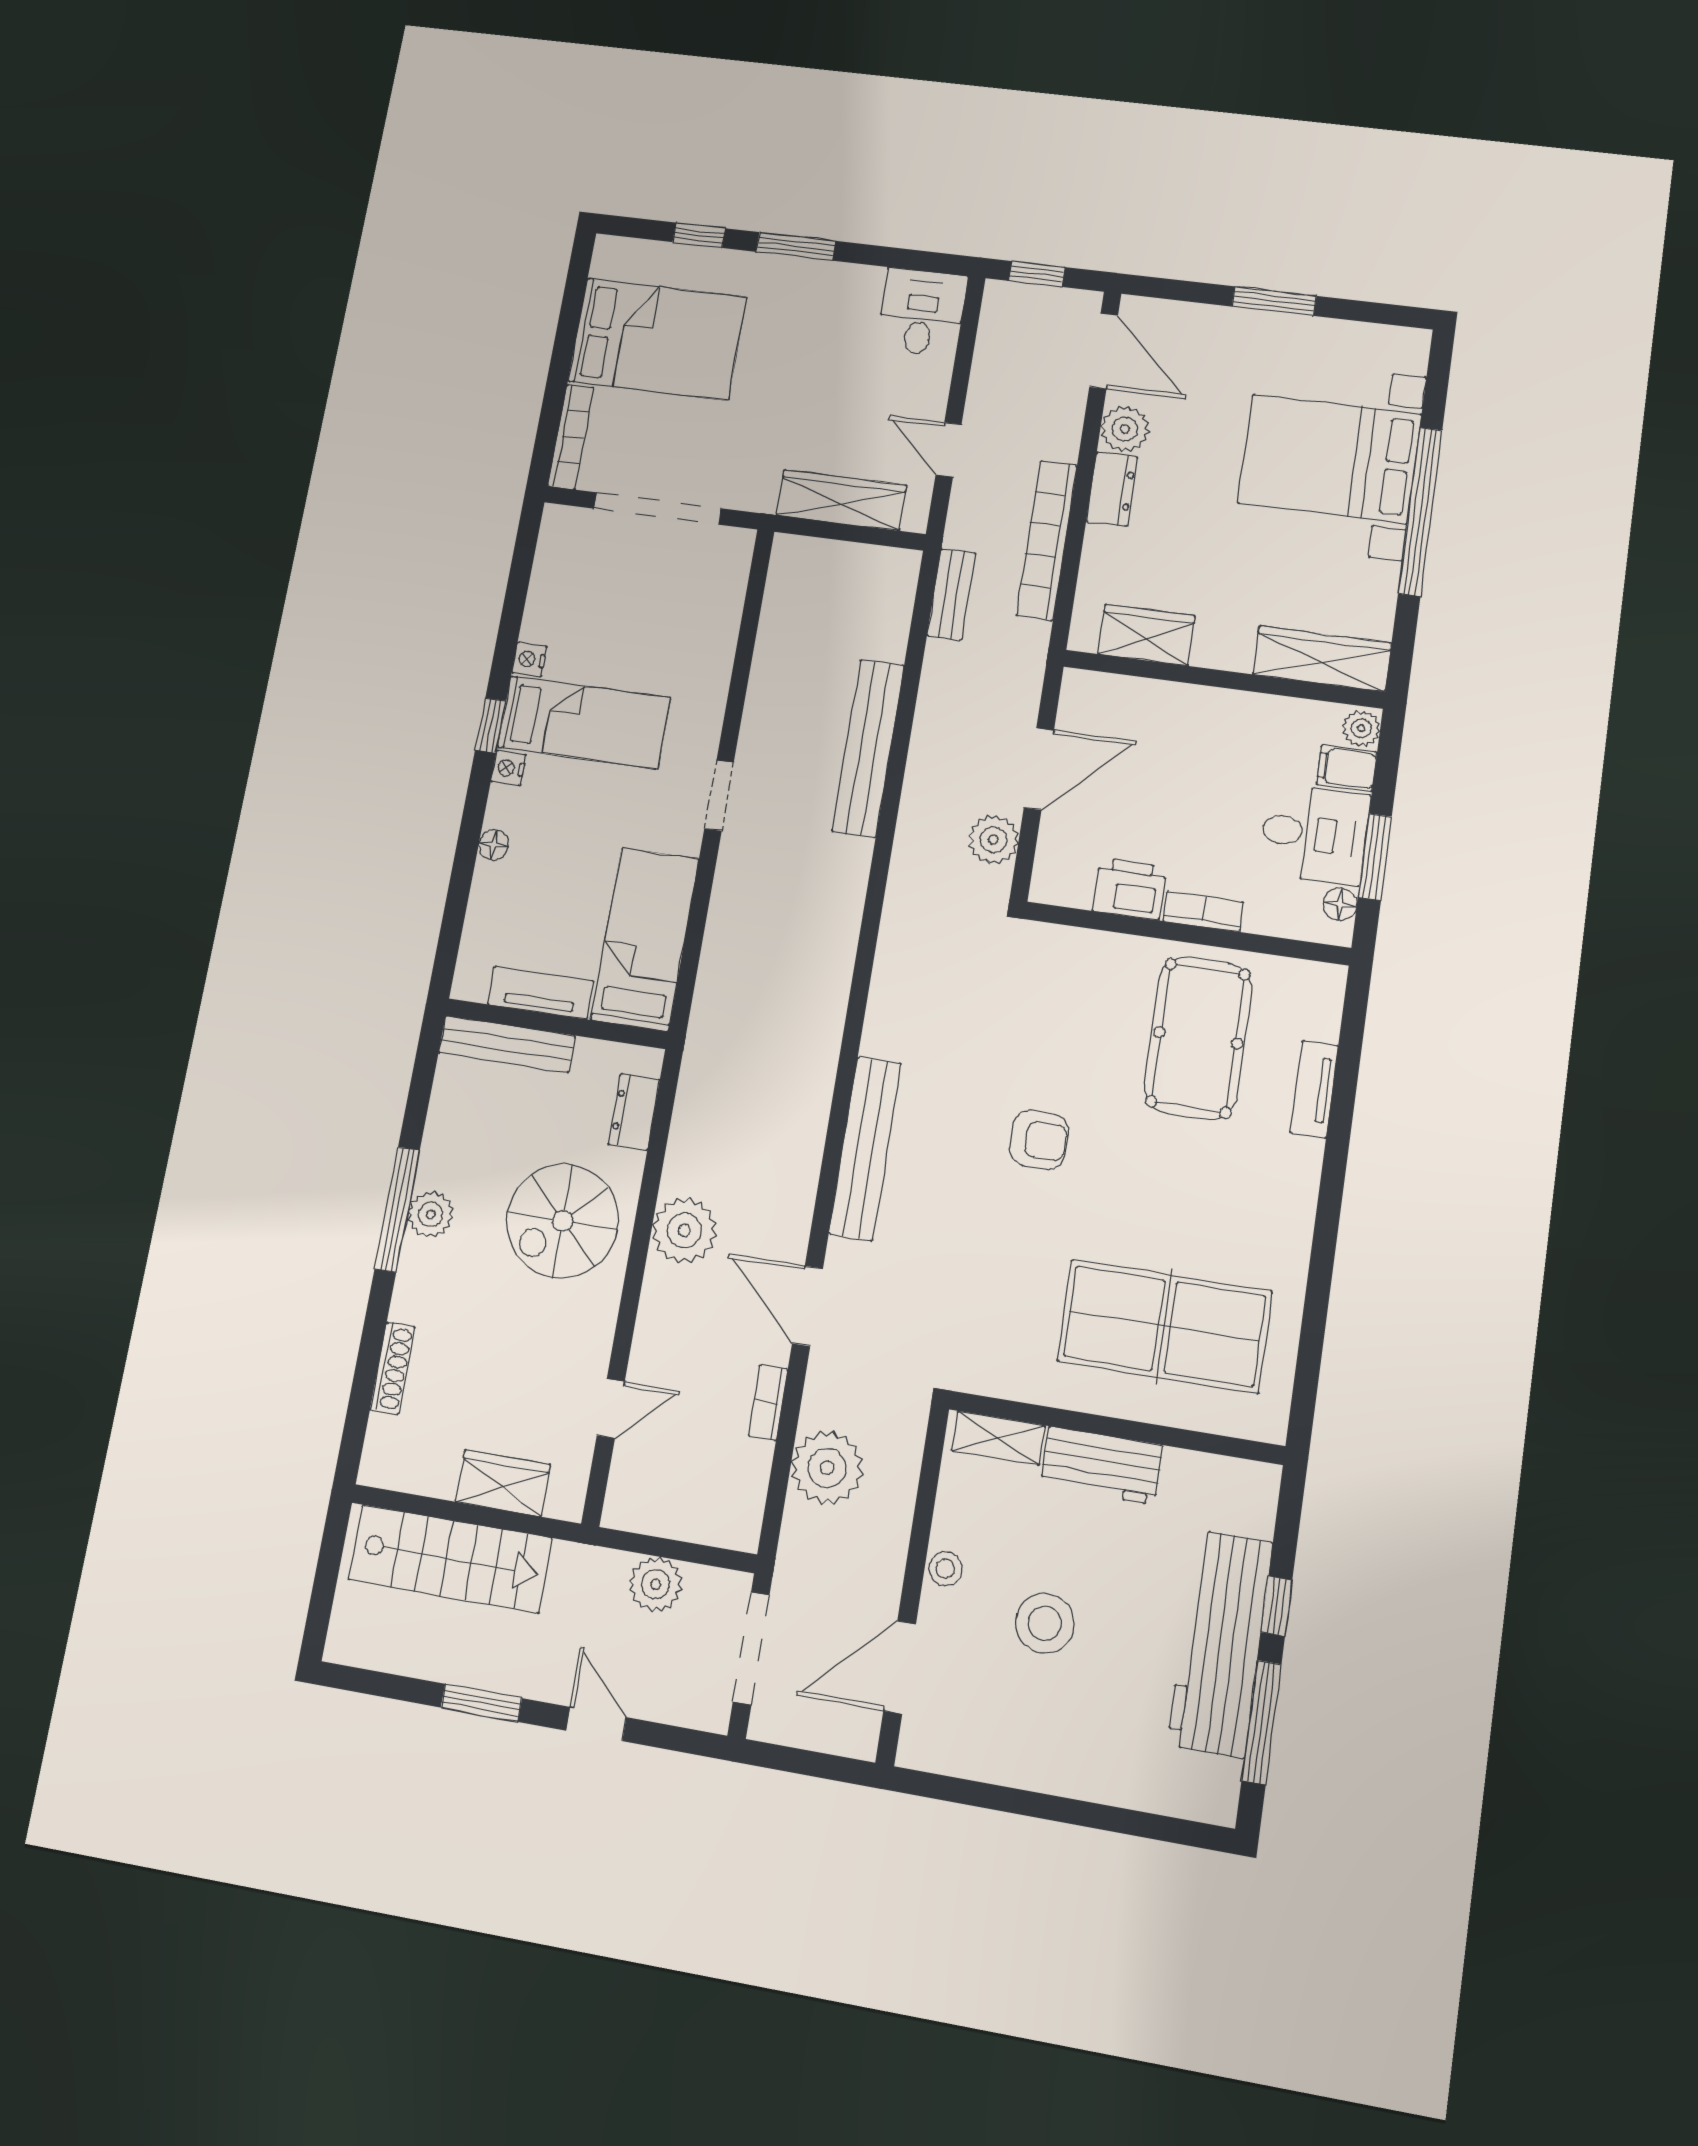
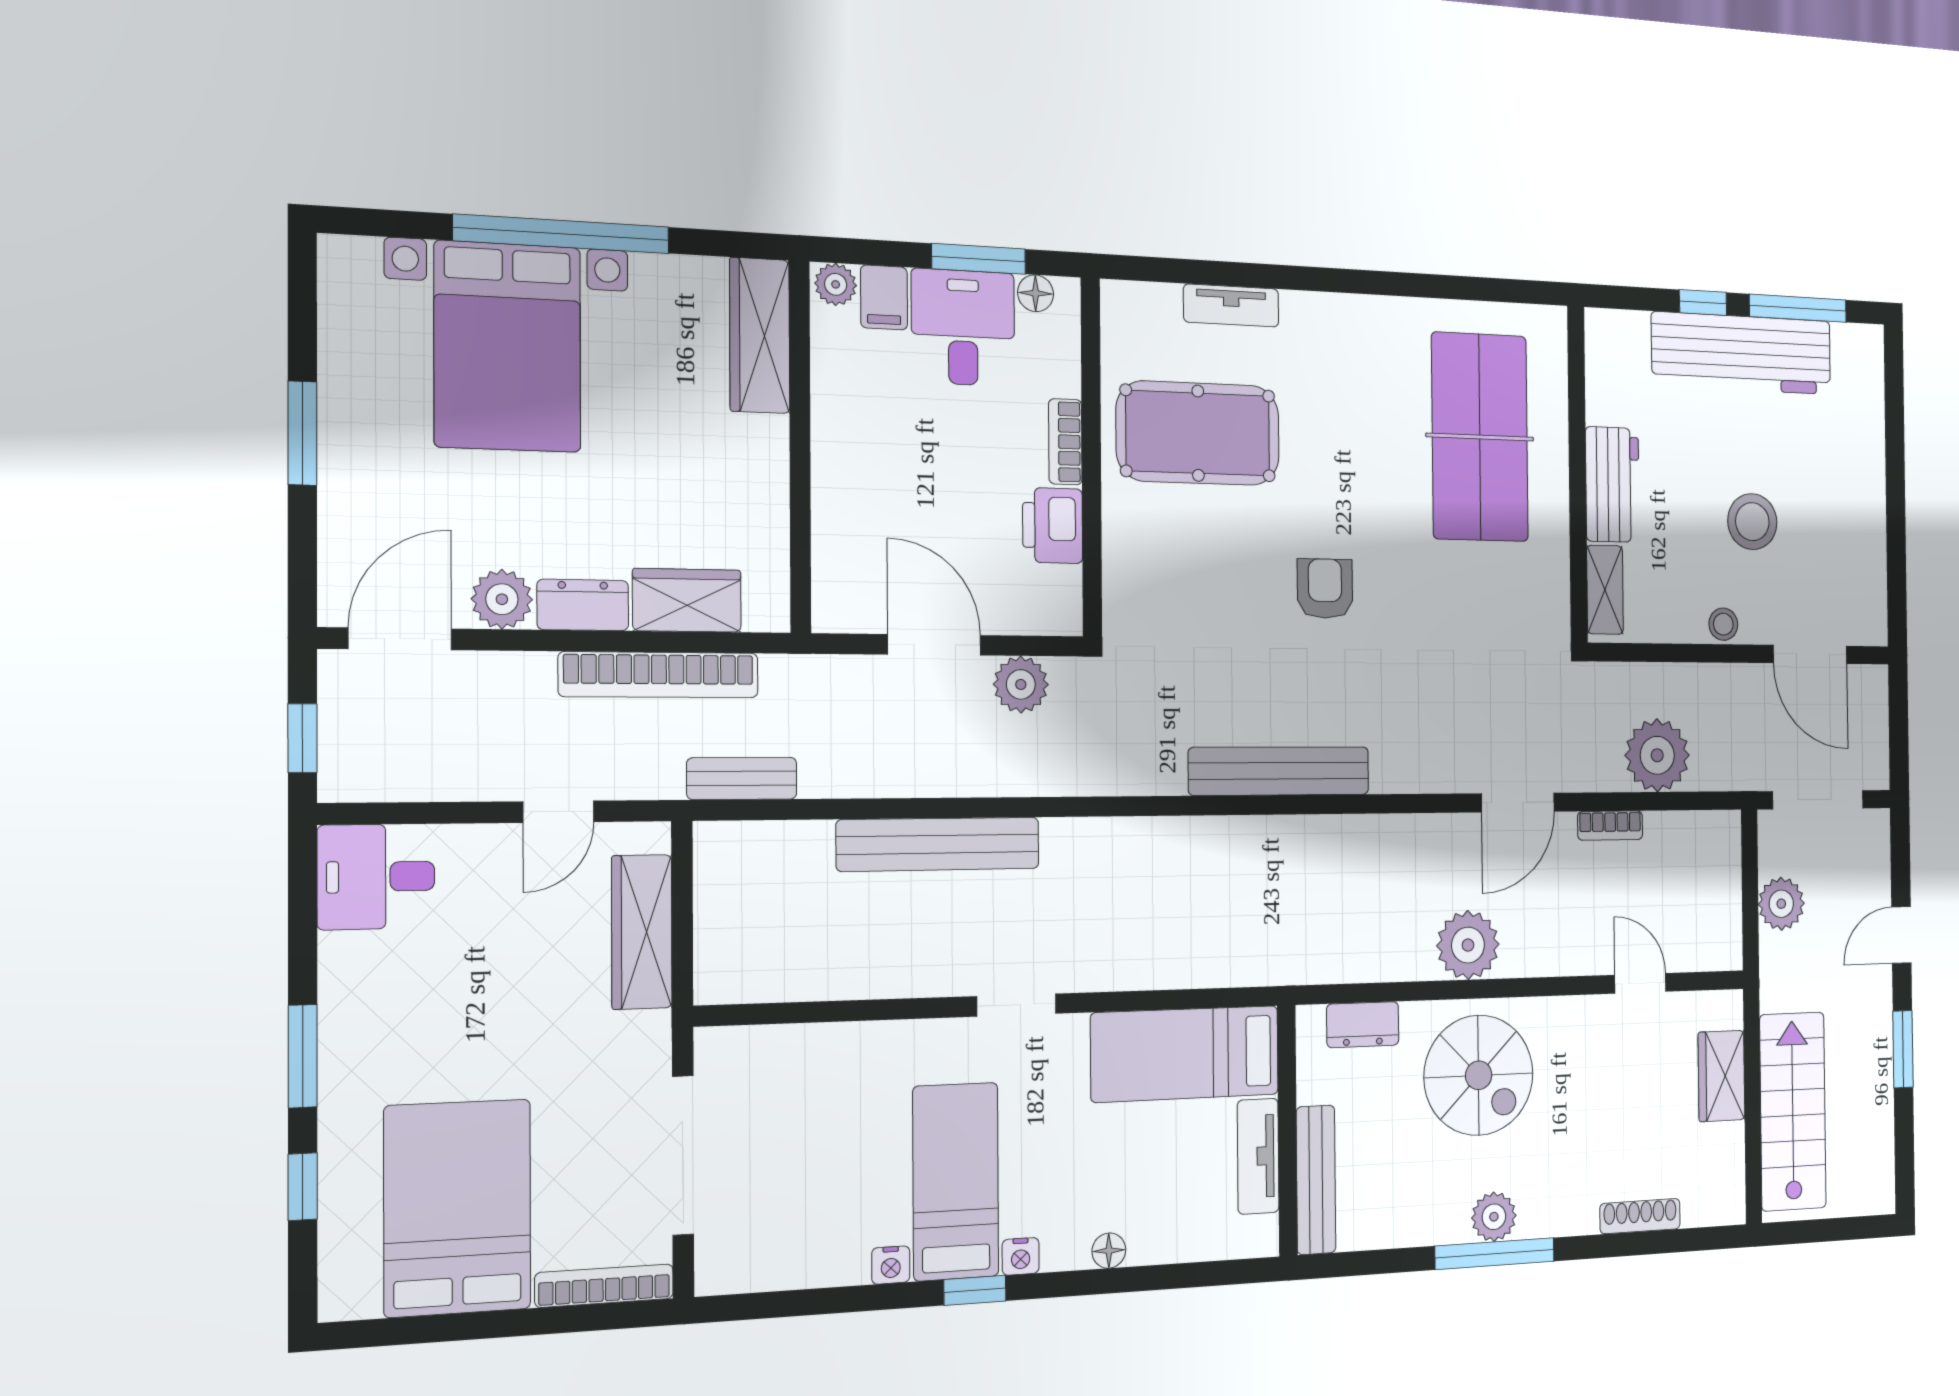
wardrobe: (1146, 635) -> (687, 600), moved, turned 90
bench: (865, 1148) -> (1279, 771), moved

